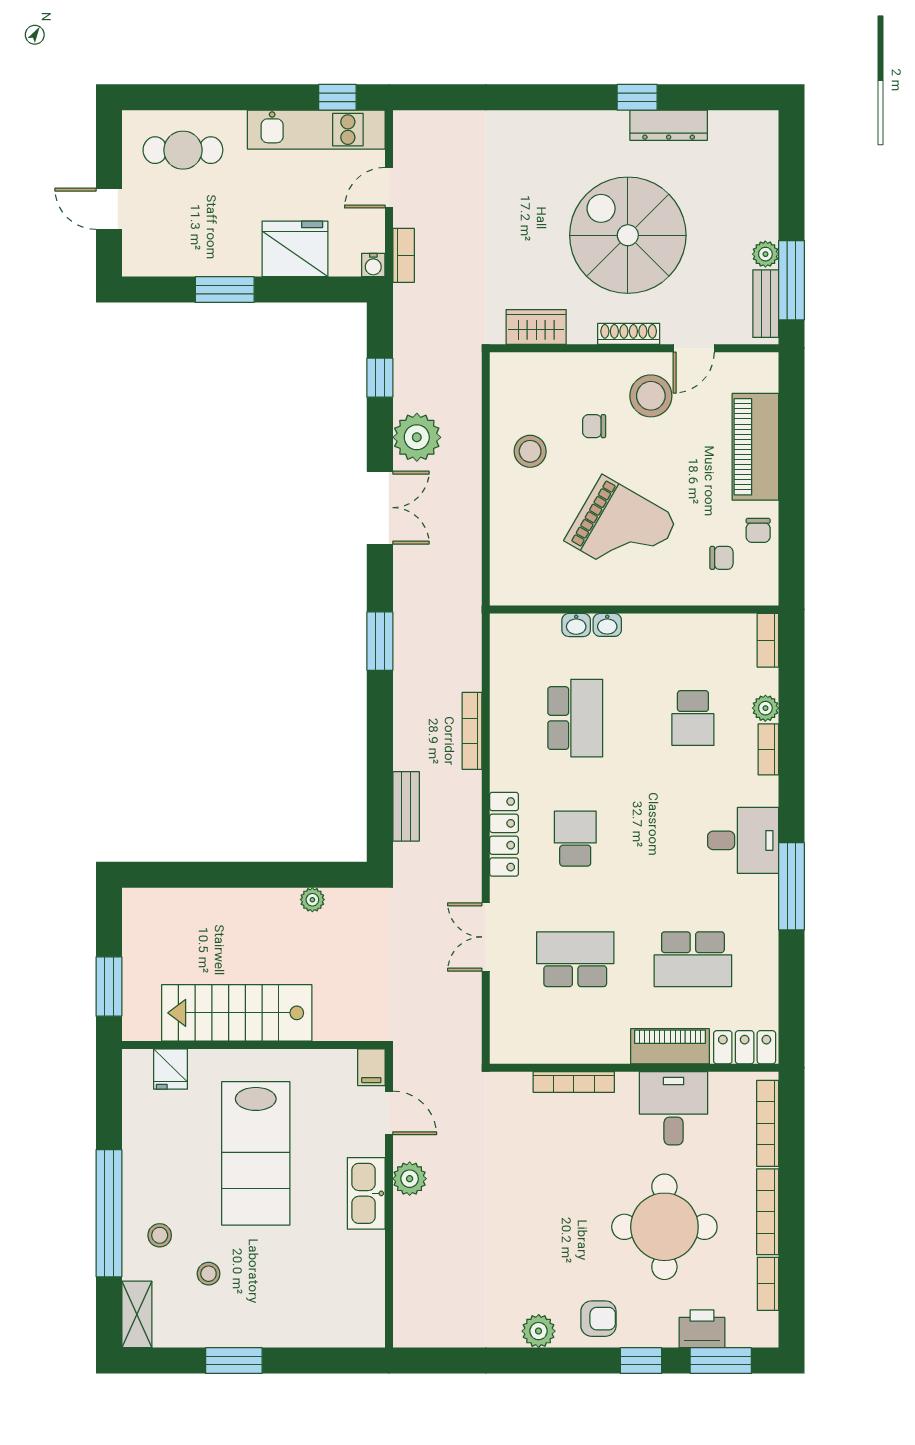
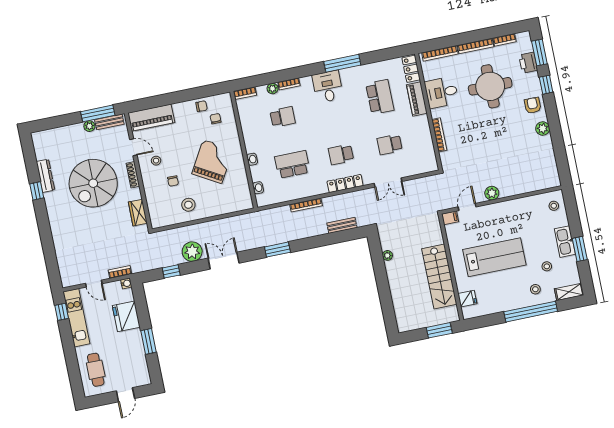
stool: (651, 396) -> (156, 161), width x0.53, depth x0.53
piano: (755, 447) -> (151, 118), moved
washbasin: (576, 625) -> (258, 188), moved
school desk: (575, 959) -> (390, 144), width x0.54
kitchen sink: (366, 1193) -> (565, 242), moved, turned 90
stool: (349, 1320) -> (554, 206), added

